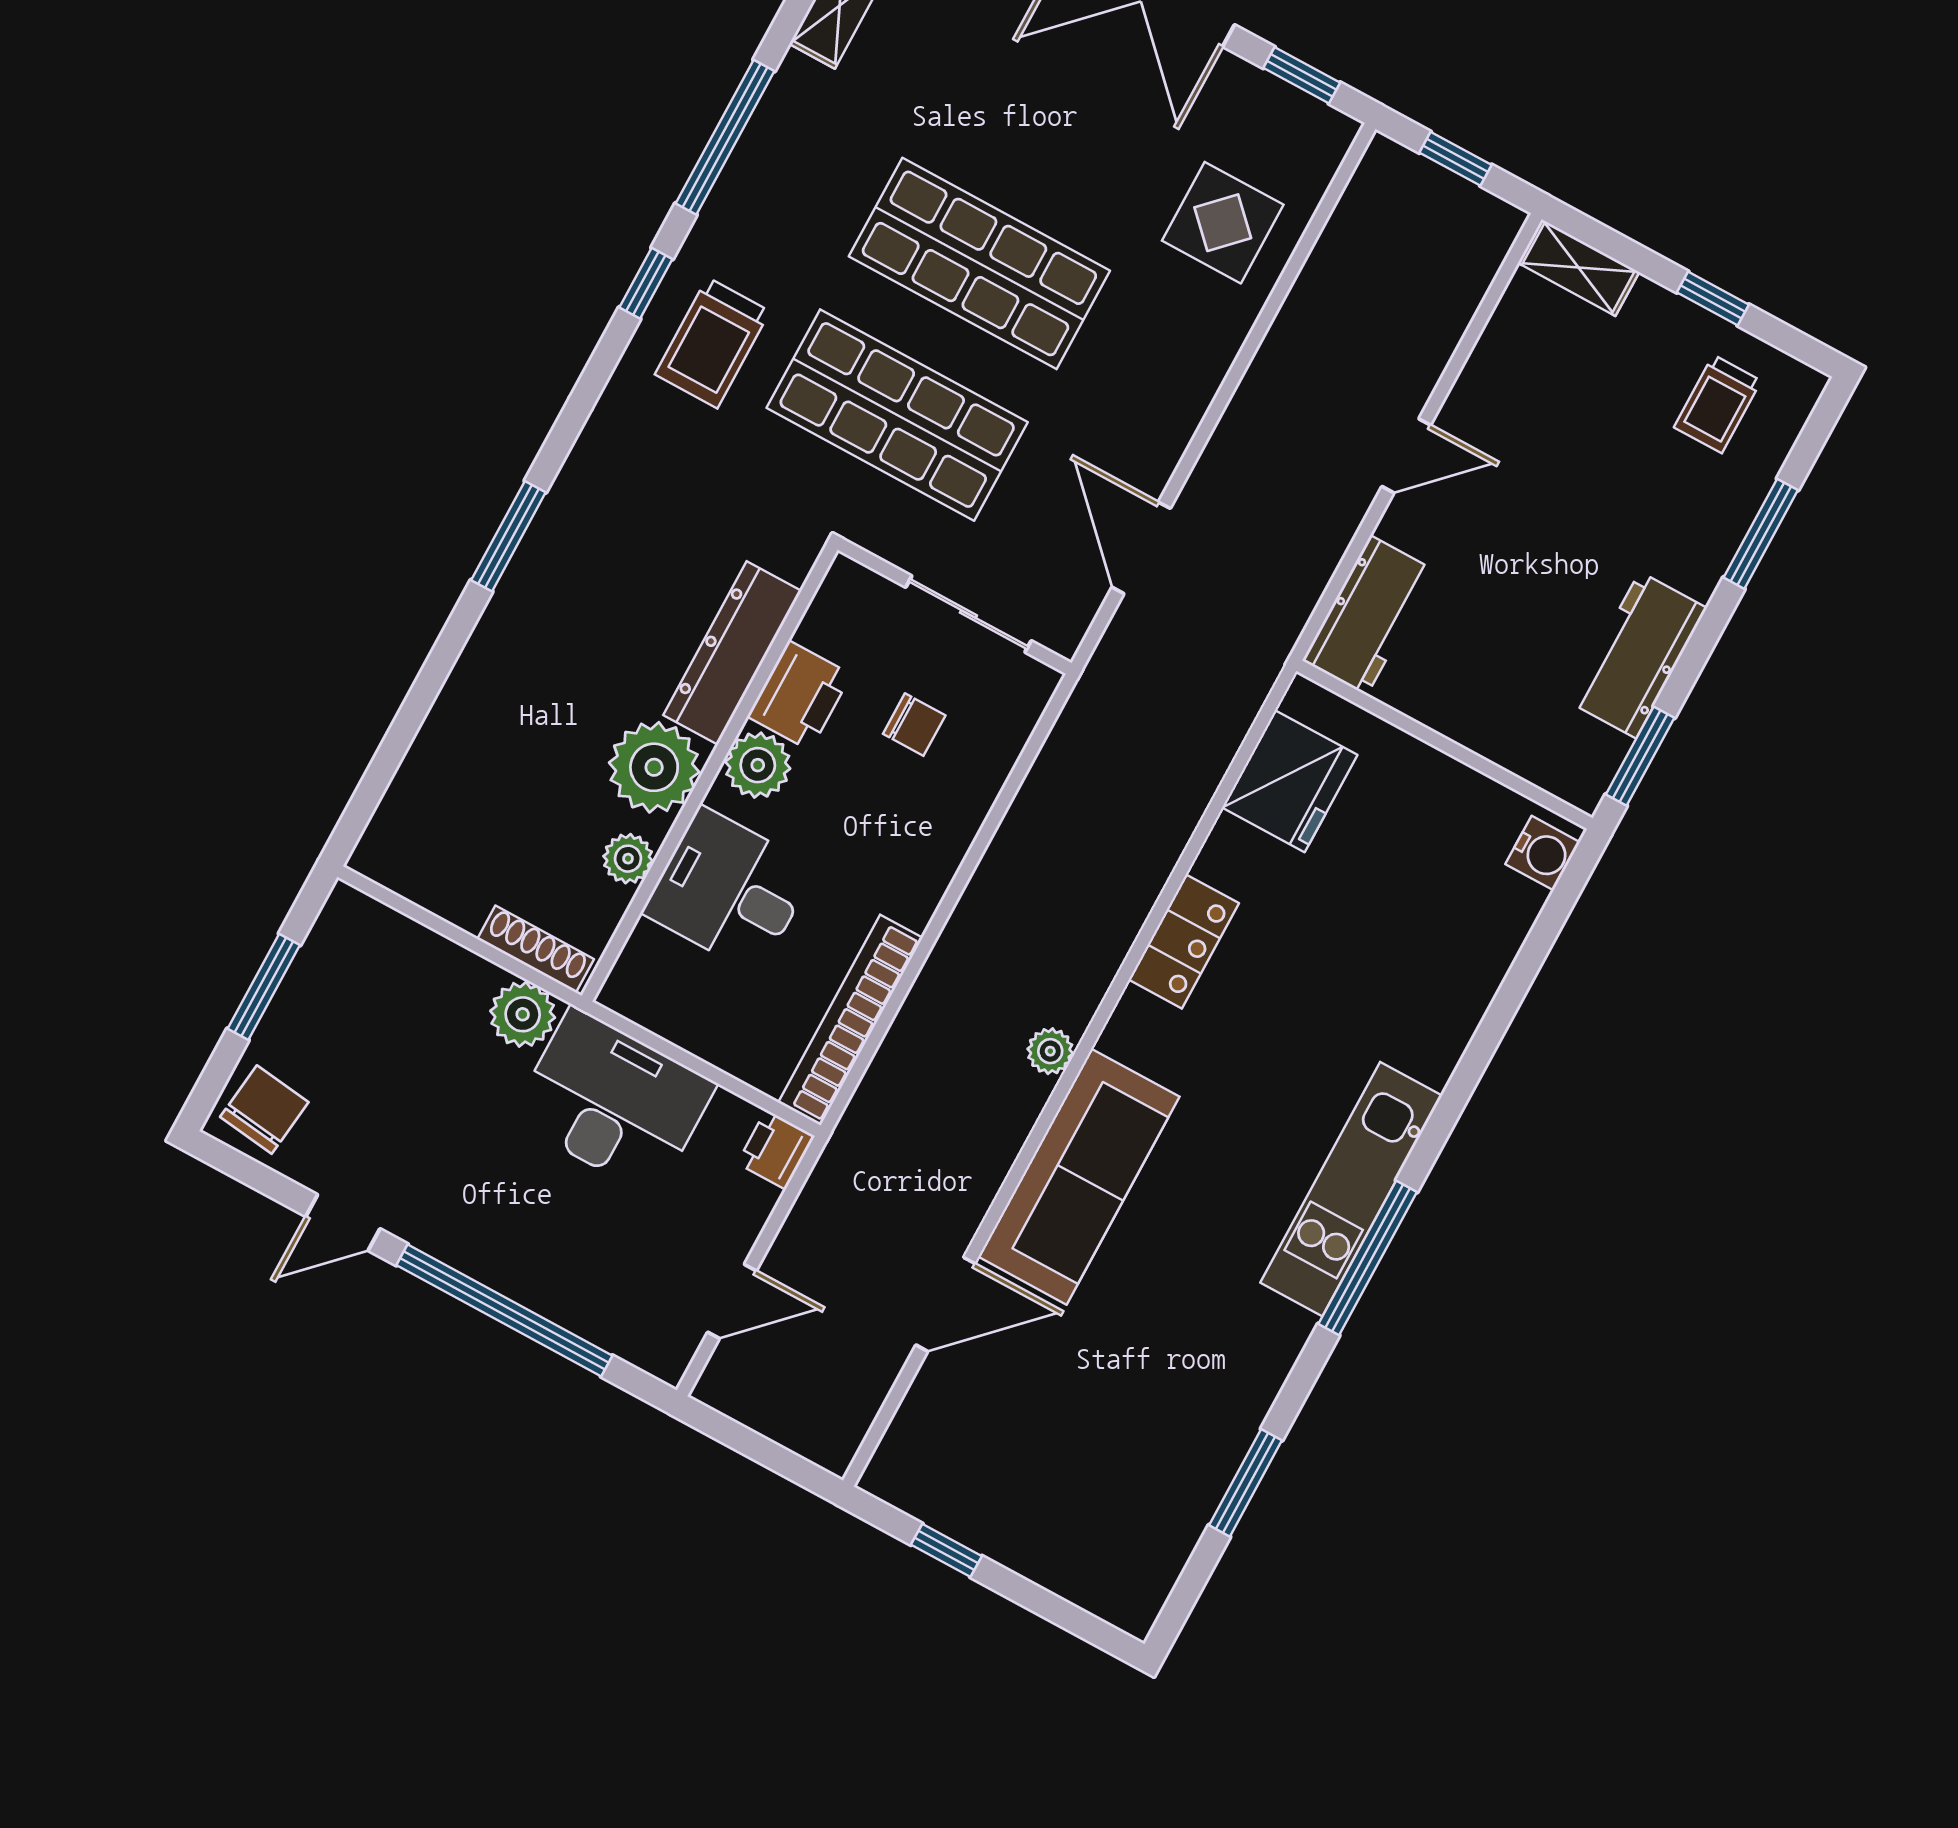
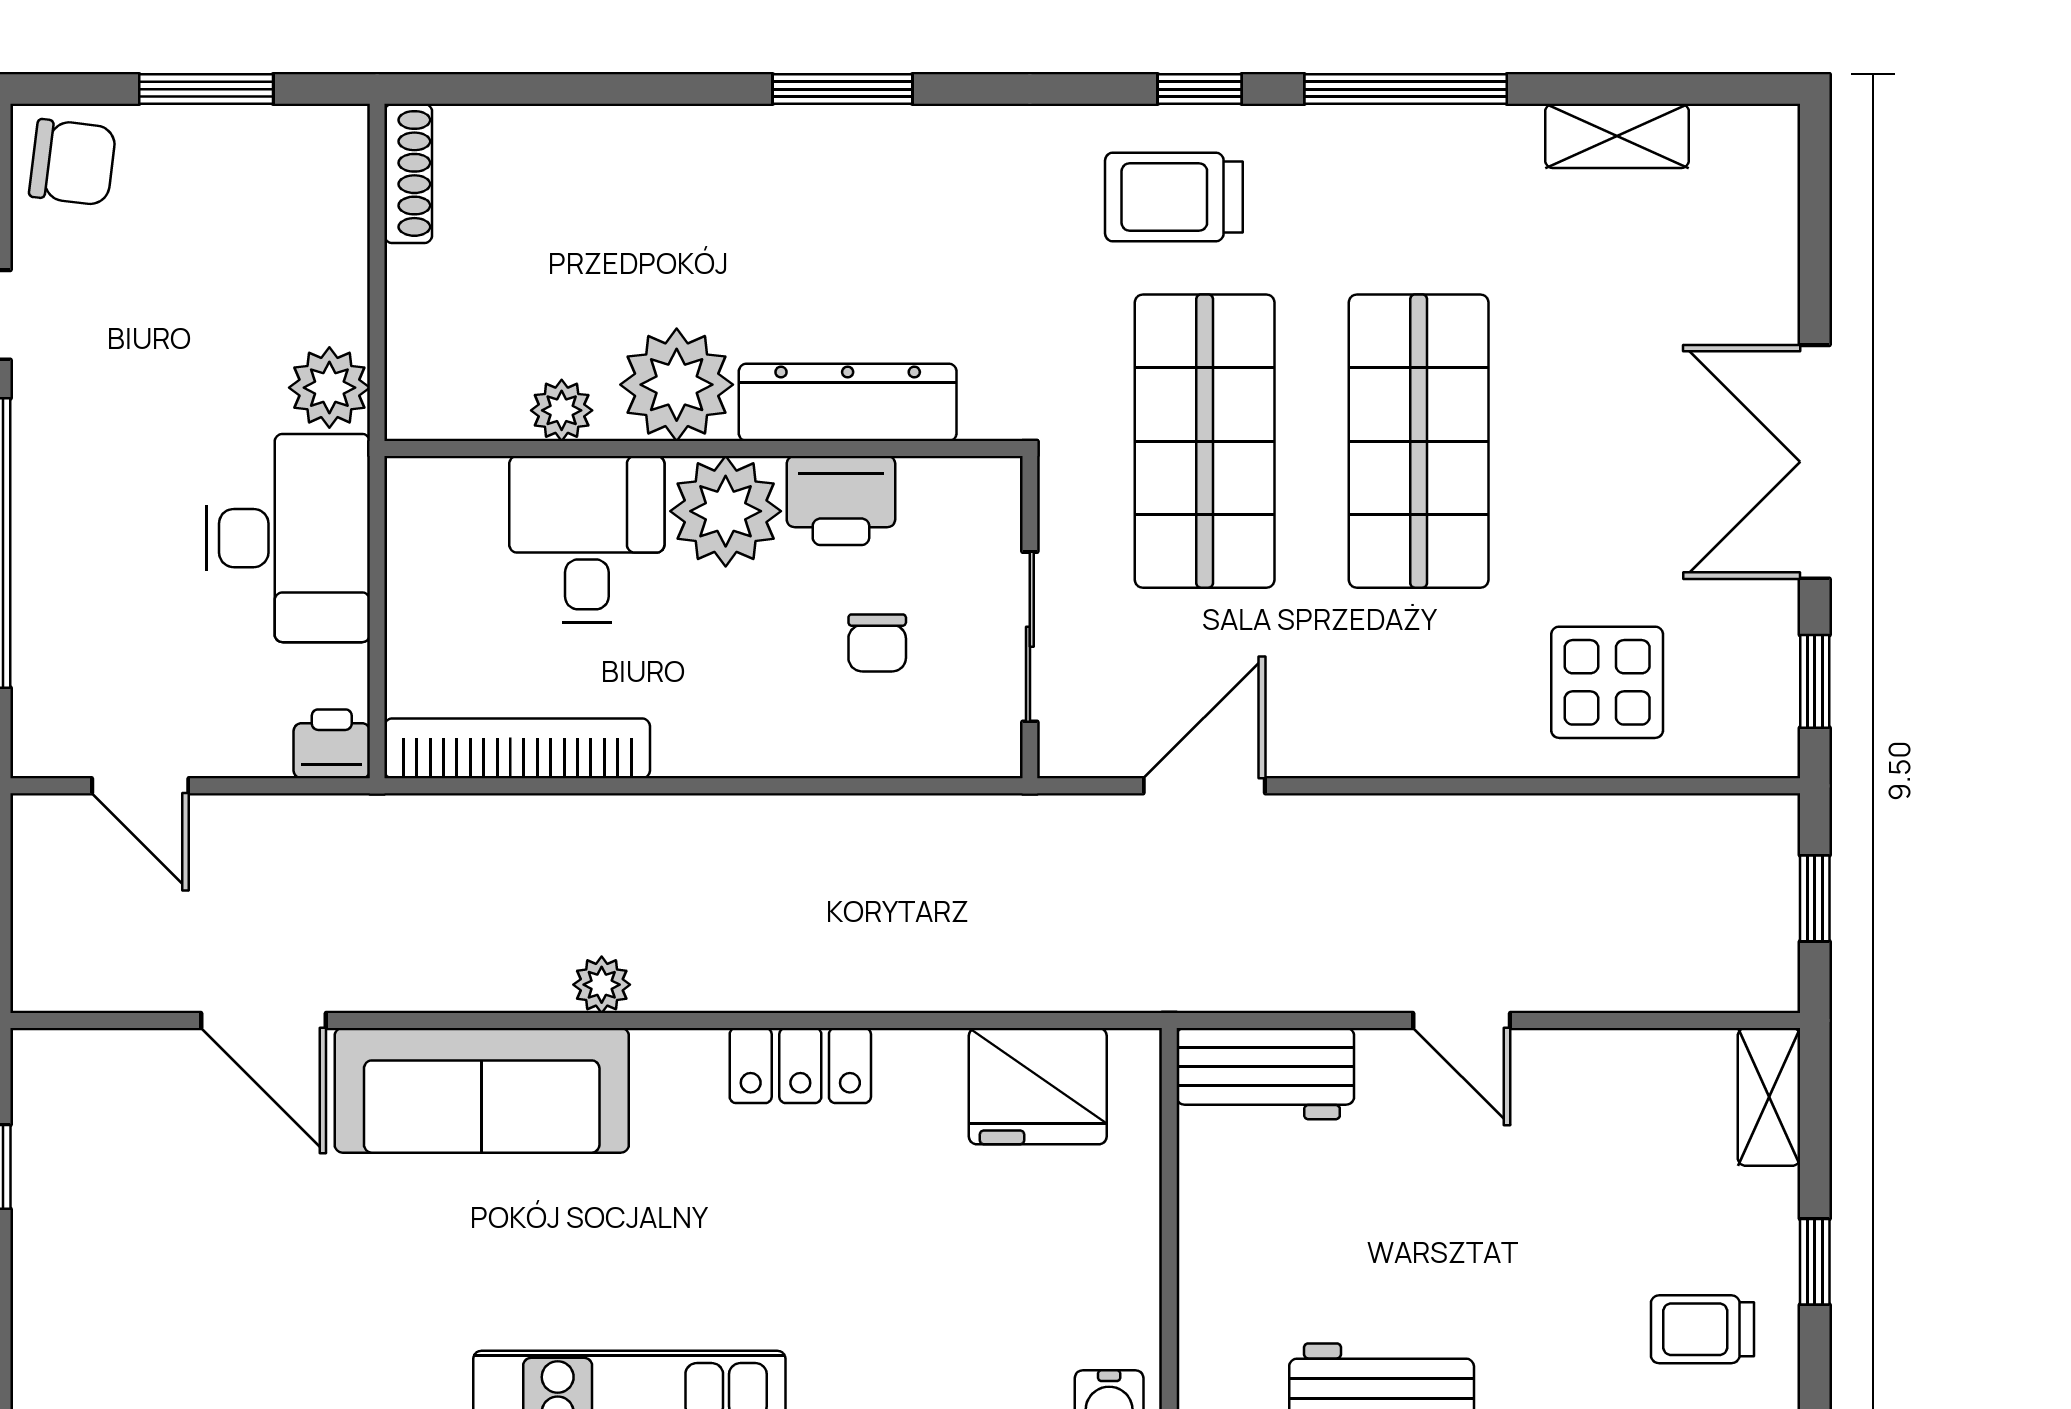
plant: (758, 765) -> (726, 511), width x1.36, depth x1.36
shoe rack: (536, 949) -> (408, 173), moved

